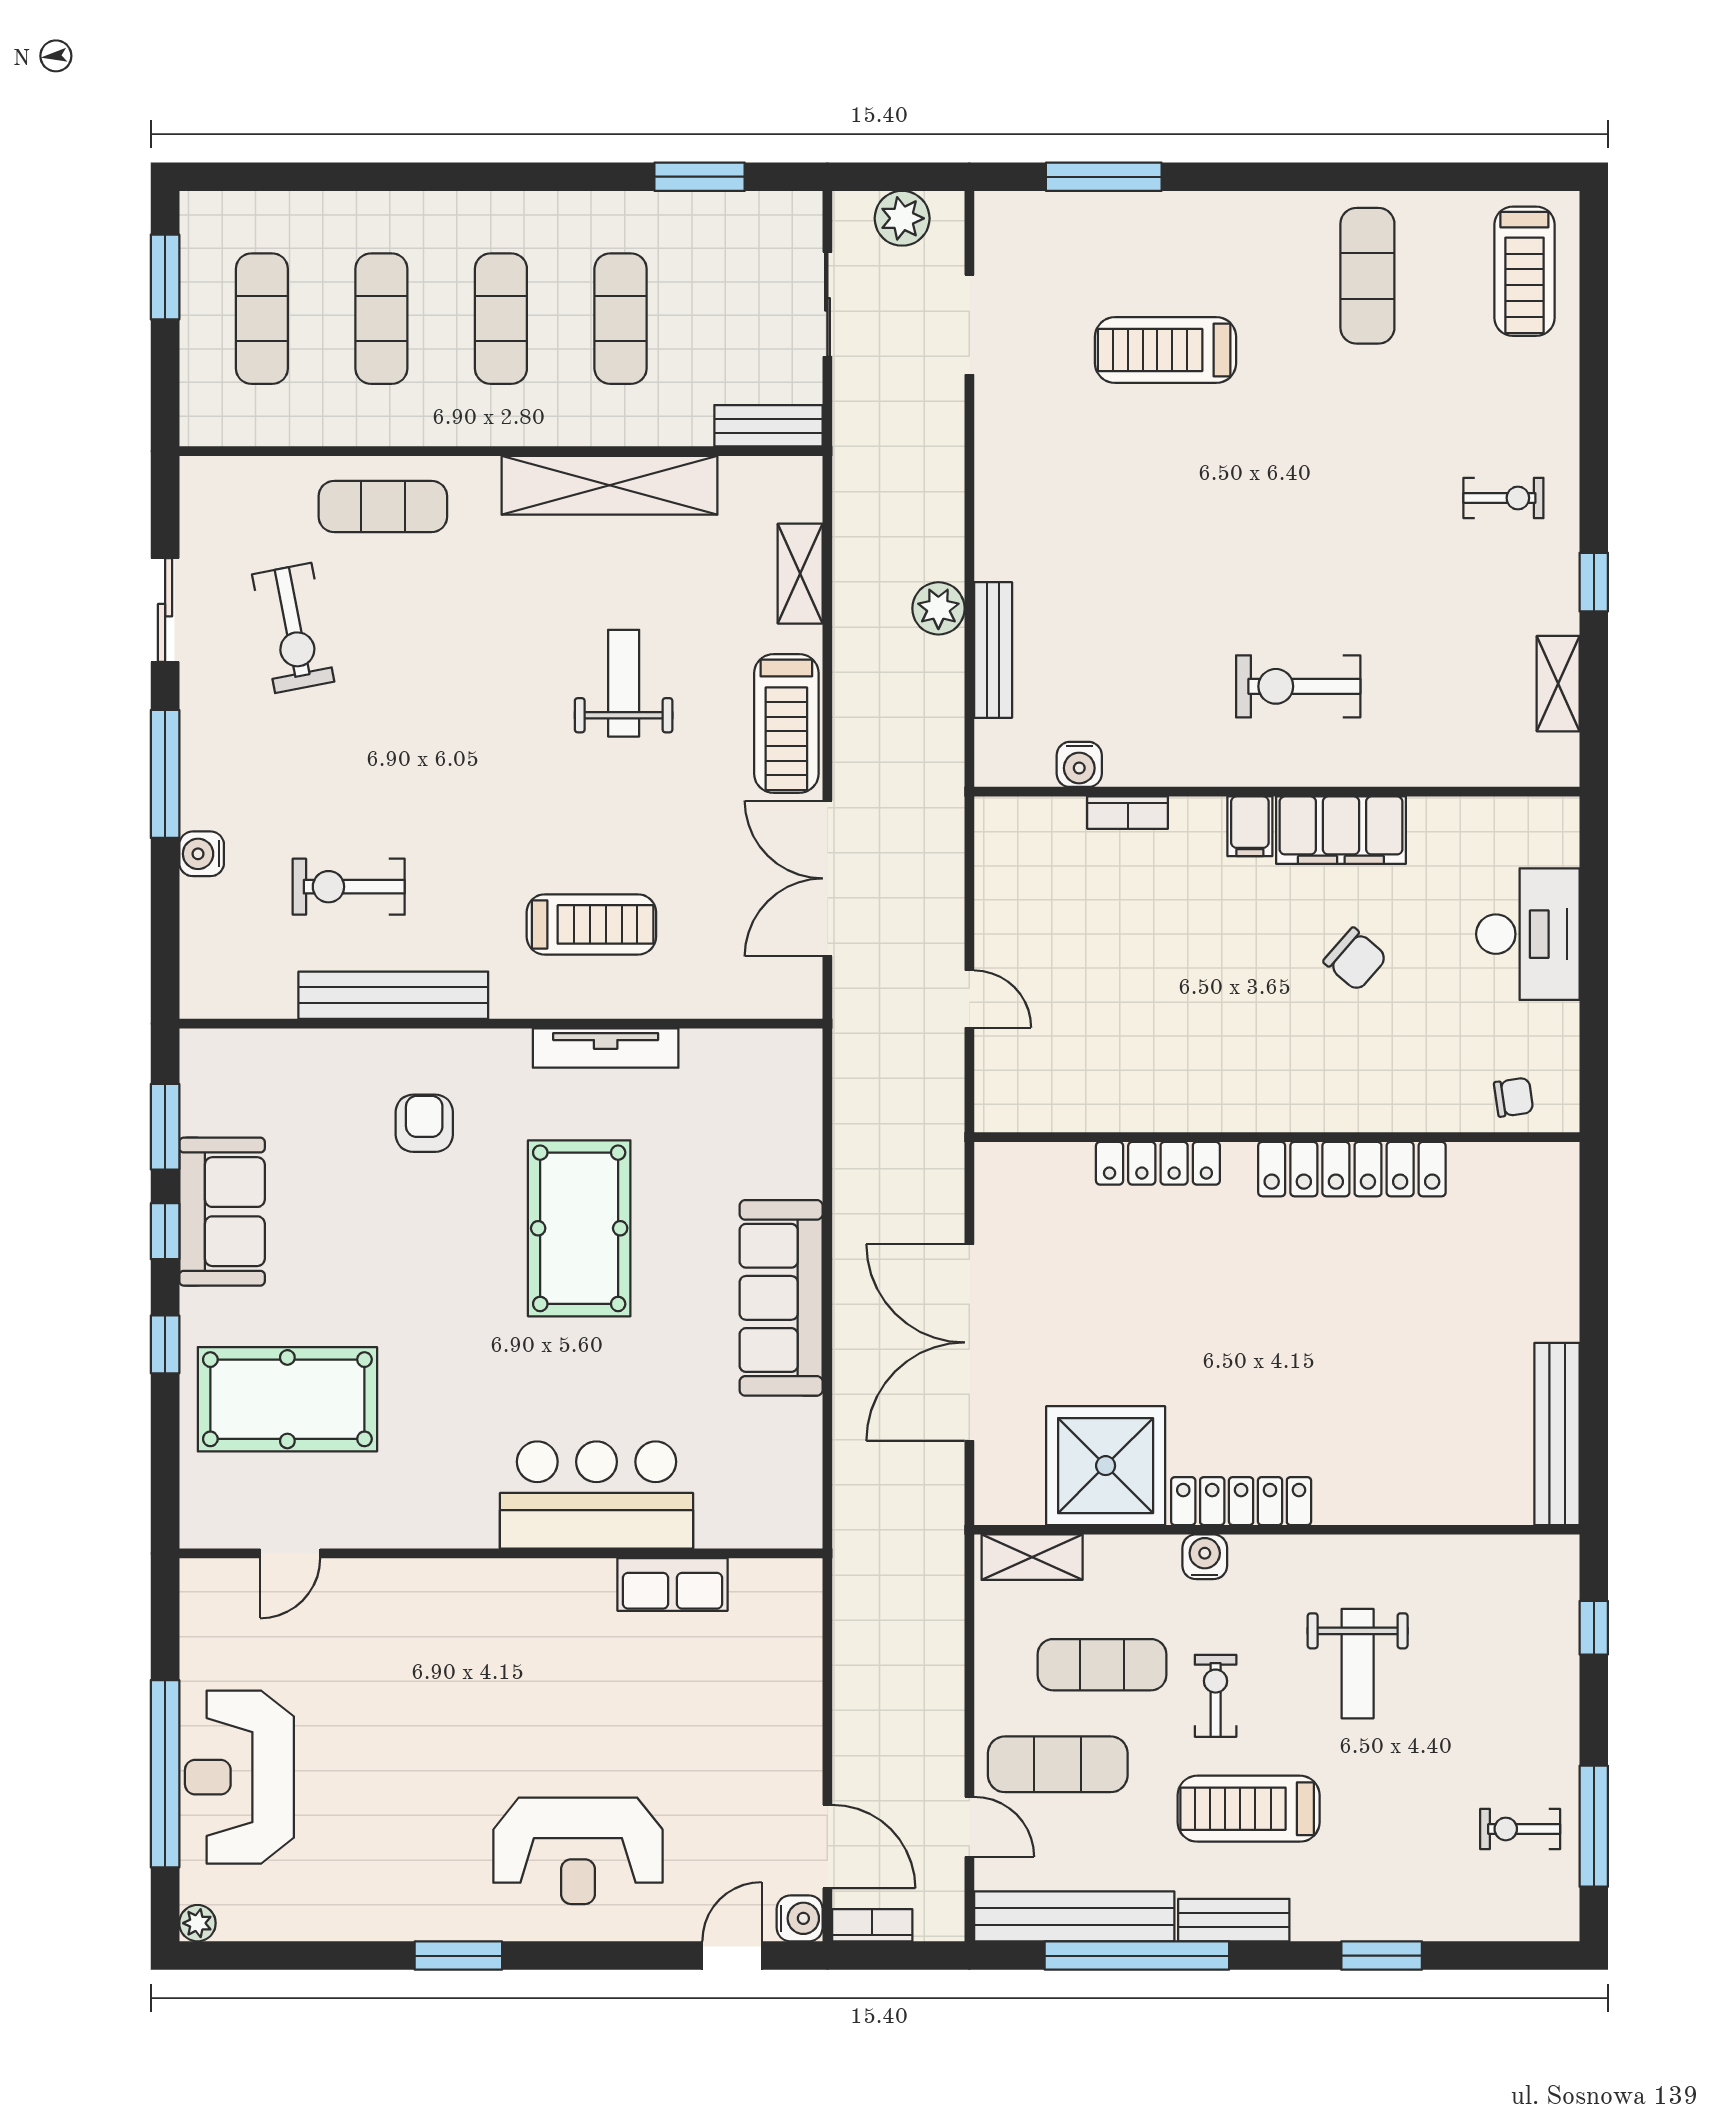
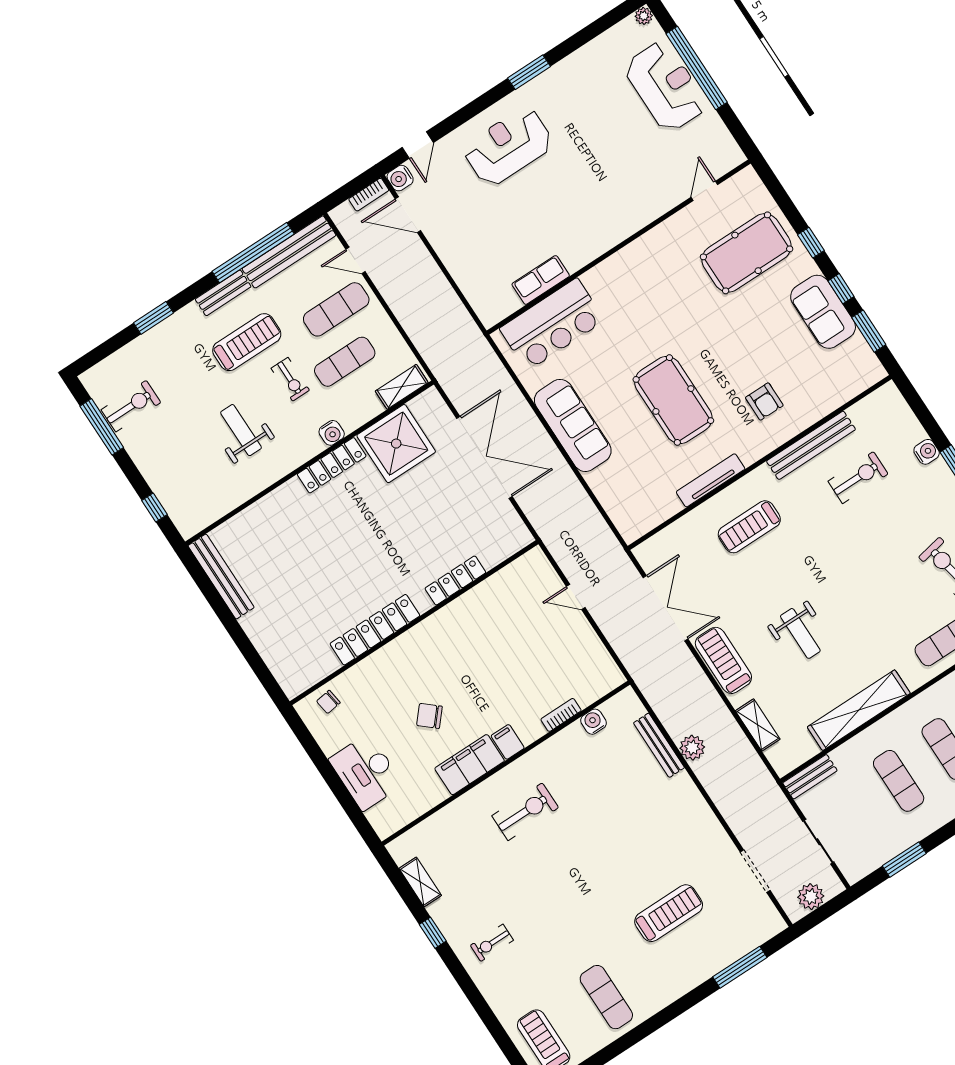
bar counter: (596, 1495) -> (552, 324), moved
exercise bike: (1520, 1829) -> (131, 406), width x1.38, depth x1.39

